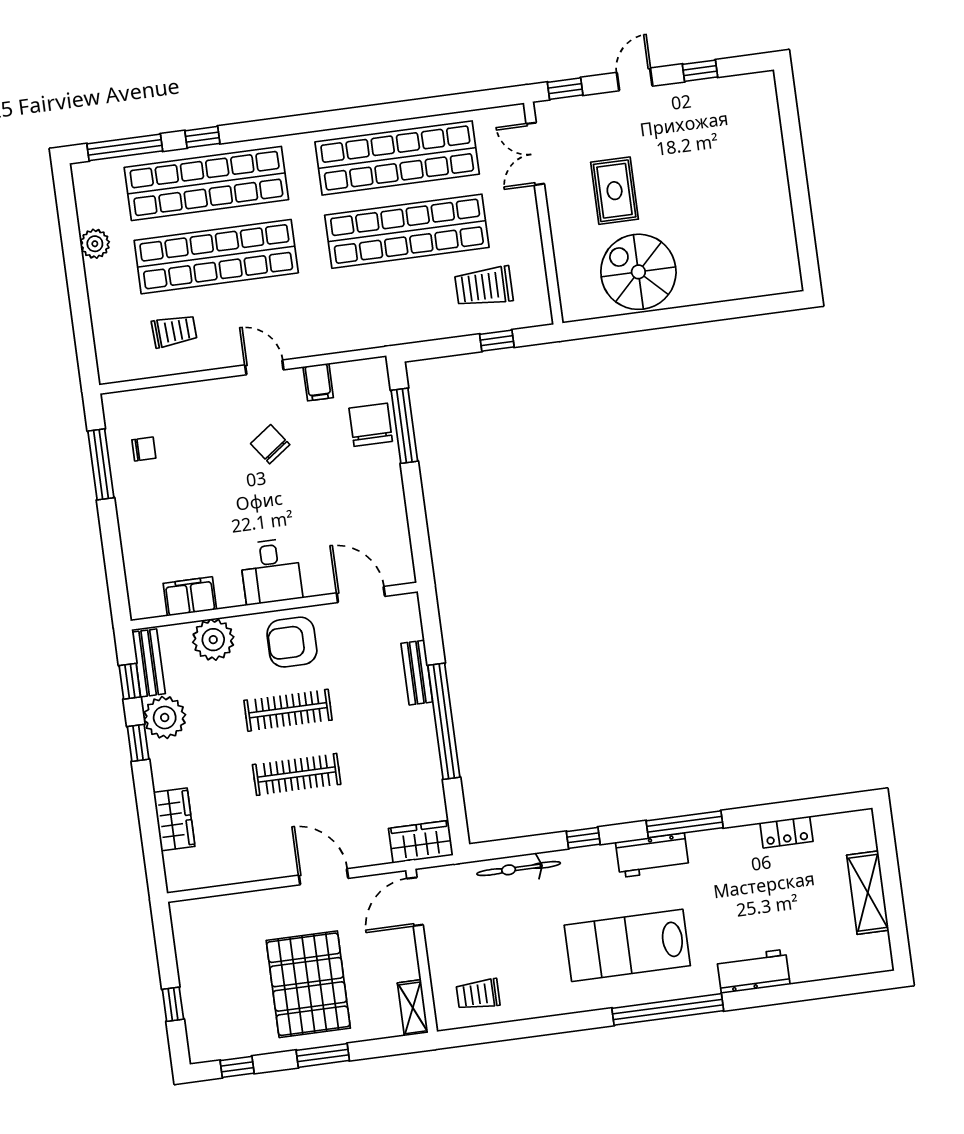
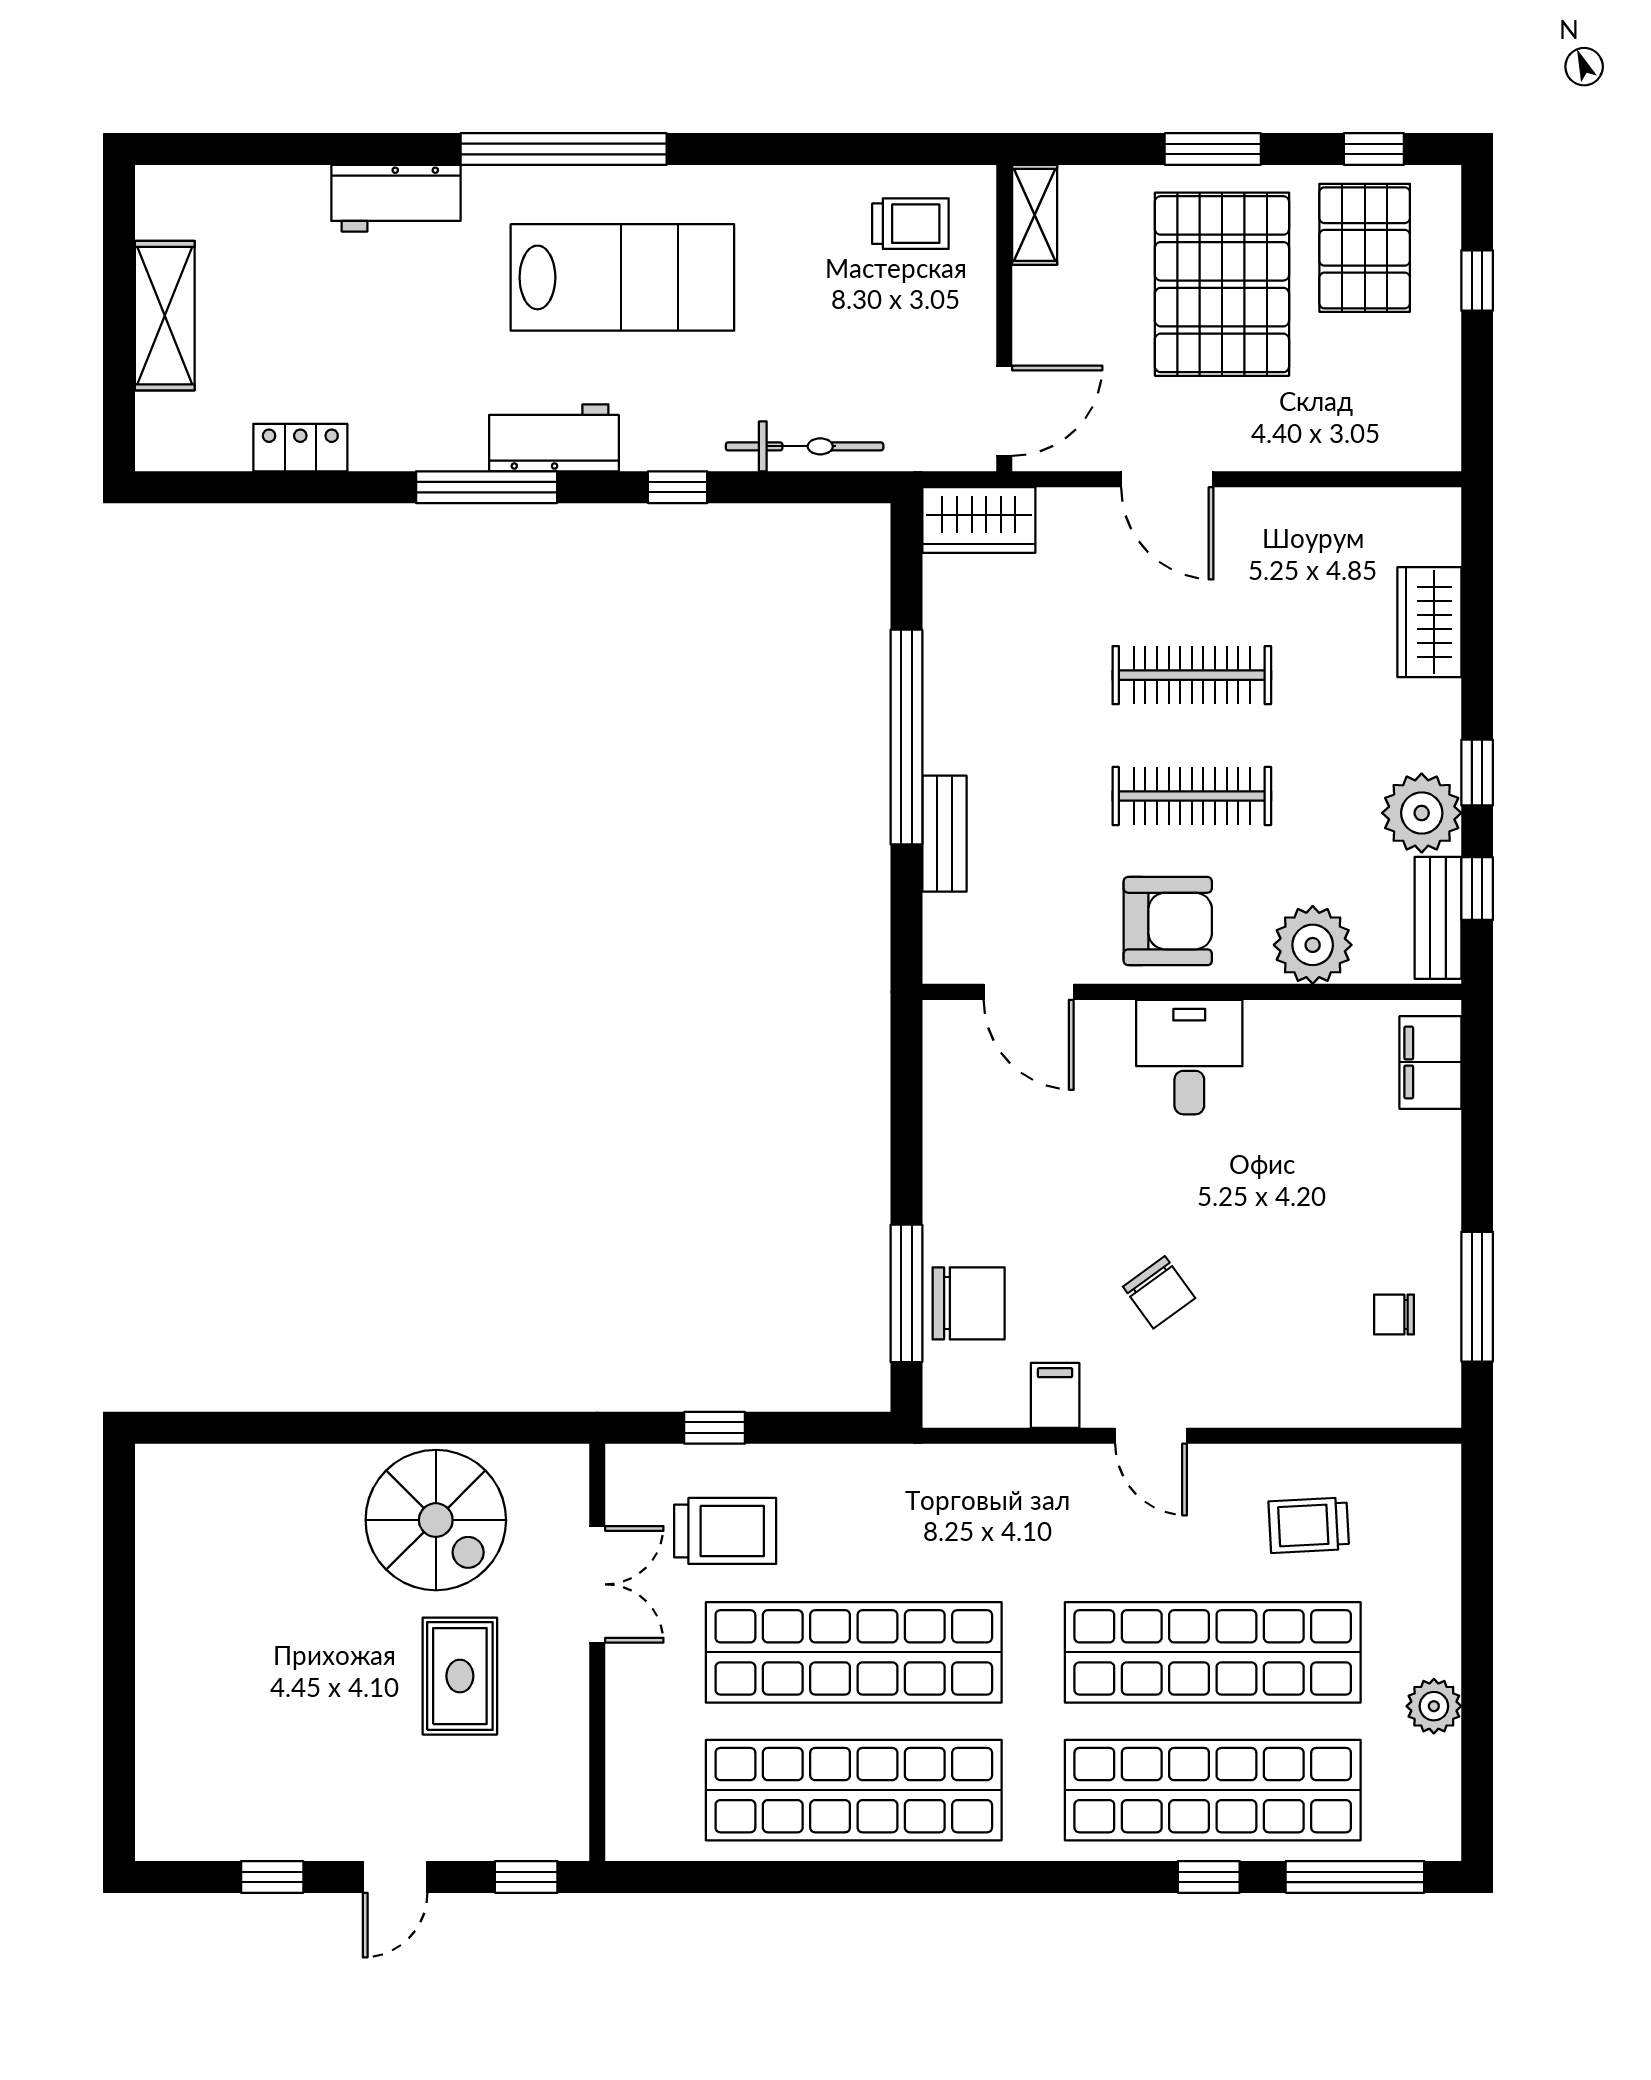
double door: (535, 154) -> (597, 1584), moved
chair: (371, 425) -> (969, 1303), turned -90
filing cabinet: (190, 596) -> (1430, 1062), moved, turned 90
pallet: (235, 1014) -> (1365, 248), added

